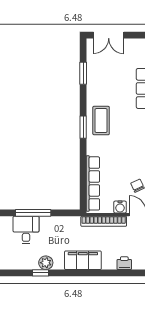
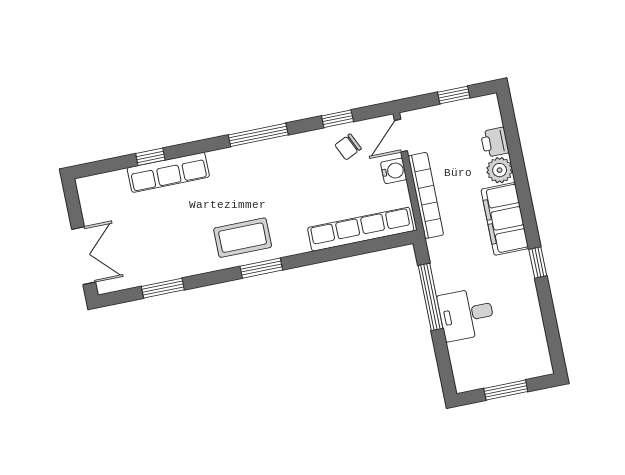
window: (33, 213) -> (430, 297), moved
desk: (26, 230) -> (466, 314), moved
plant: (46, 263) -> (500, 170), moved
window: (40, 273) -> (538, 263), moved

